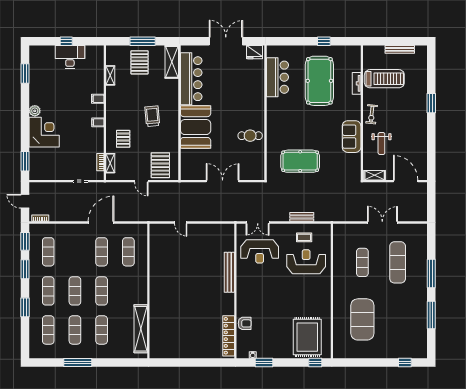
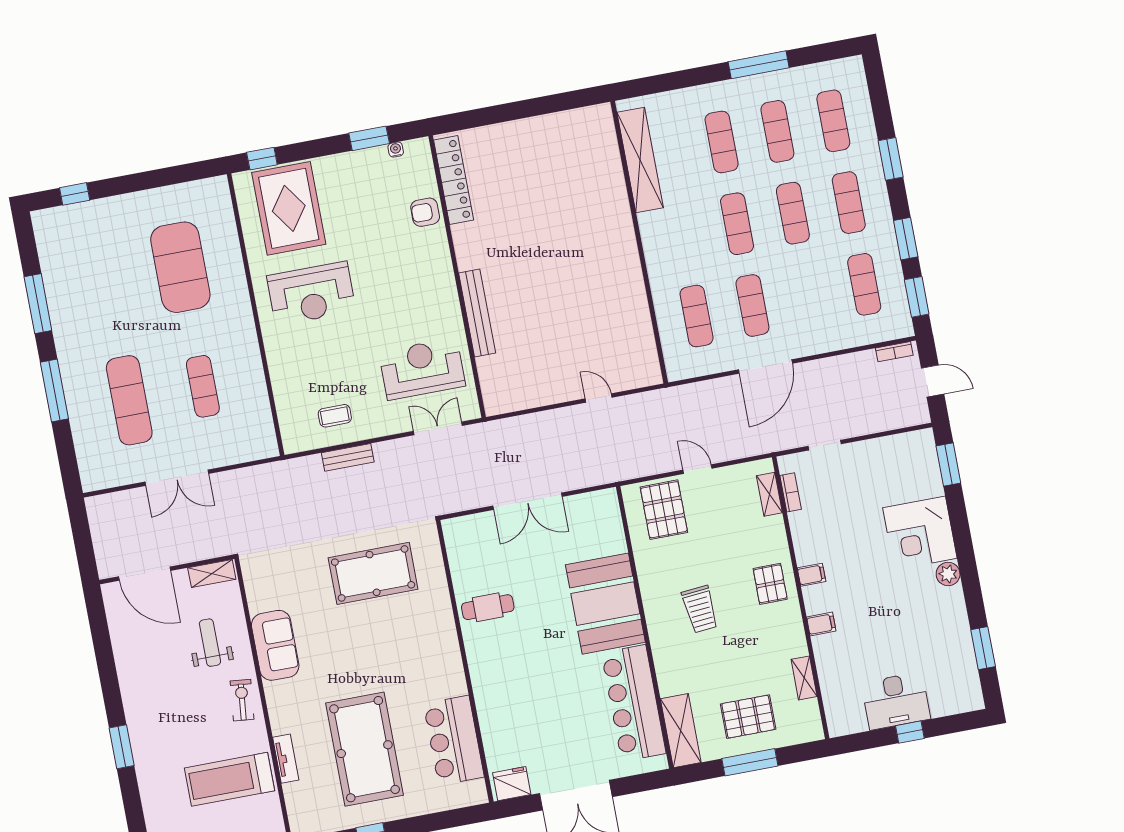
pallet: (140, 62) -> (748, 717), turned 90
pallet: (123, 139) -> (770, 584), moved
reception desk: (306, 262) -> (311, 293), moved

